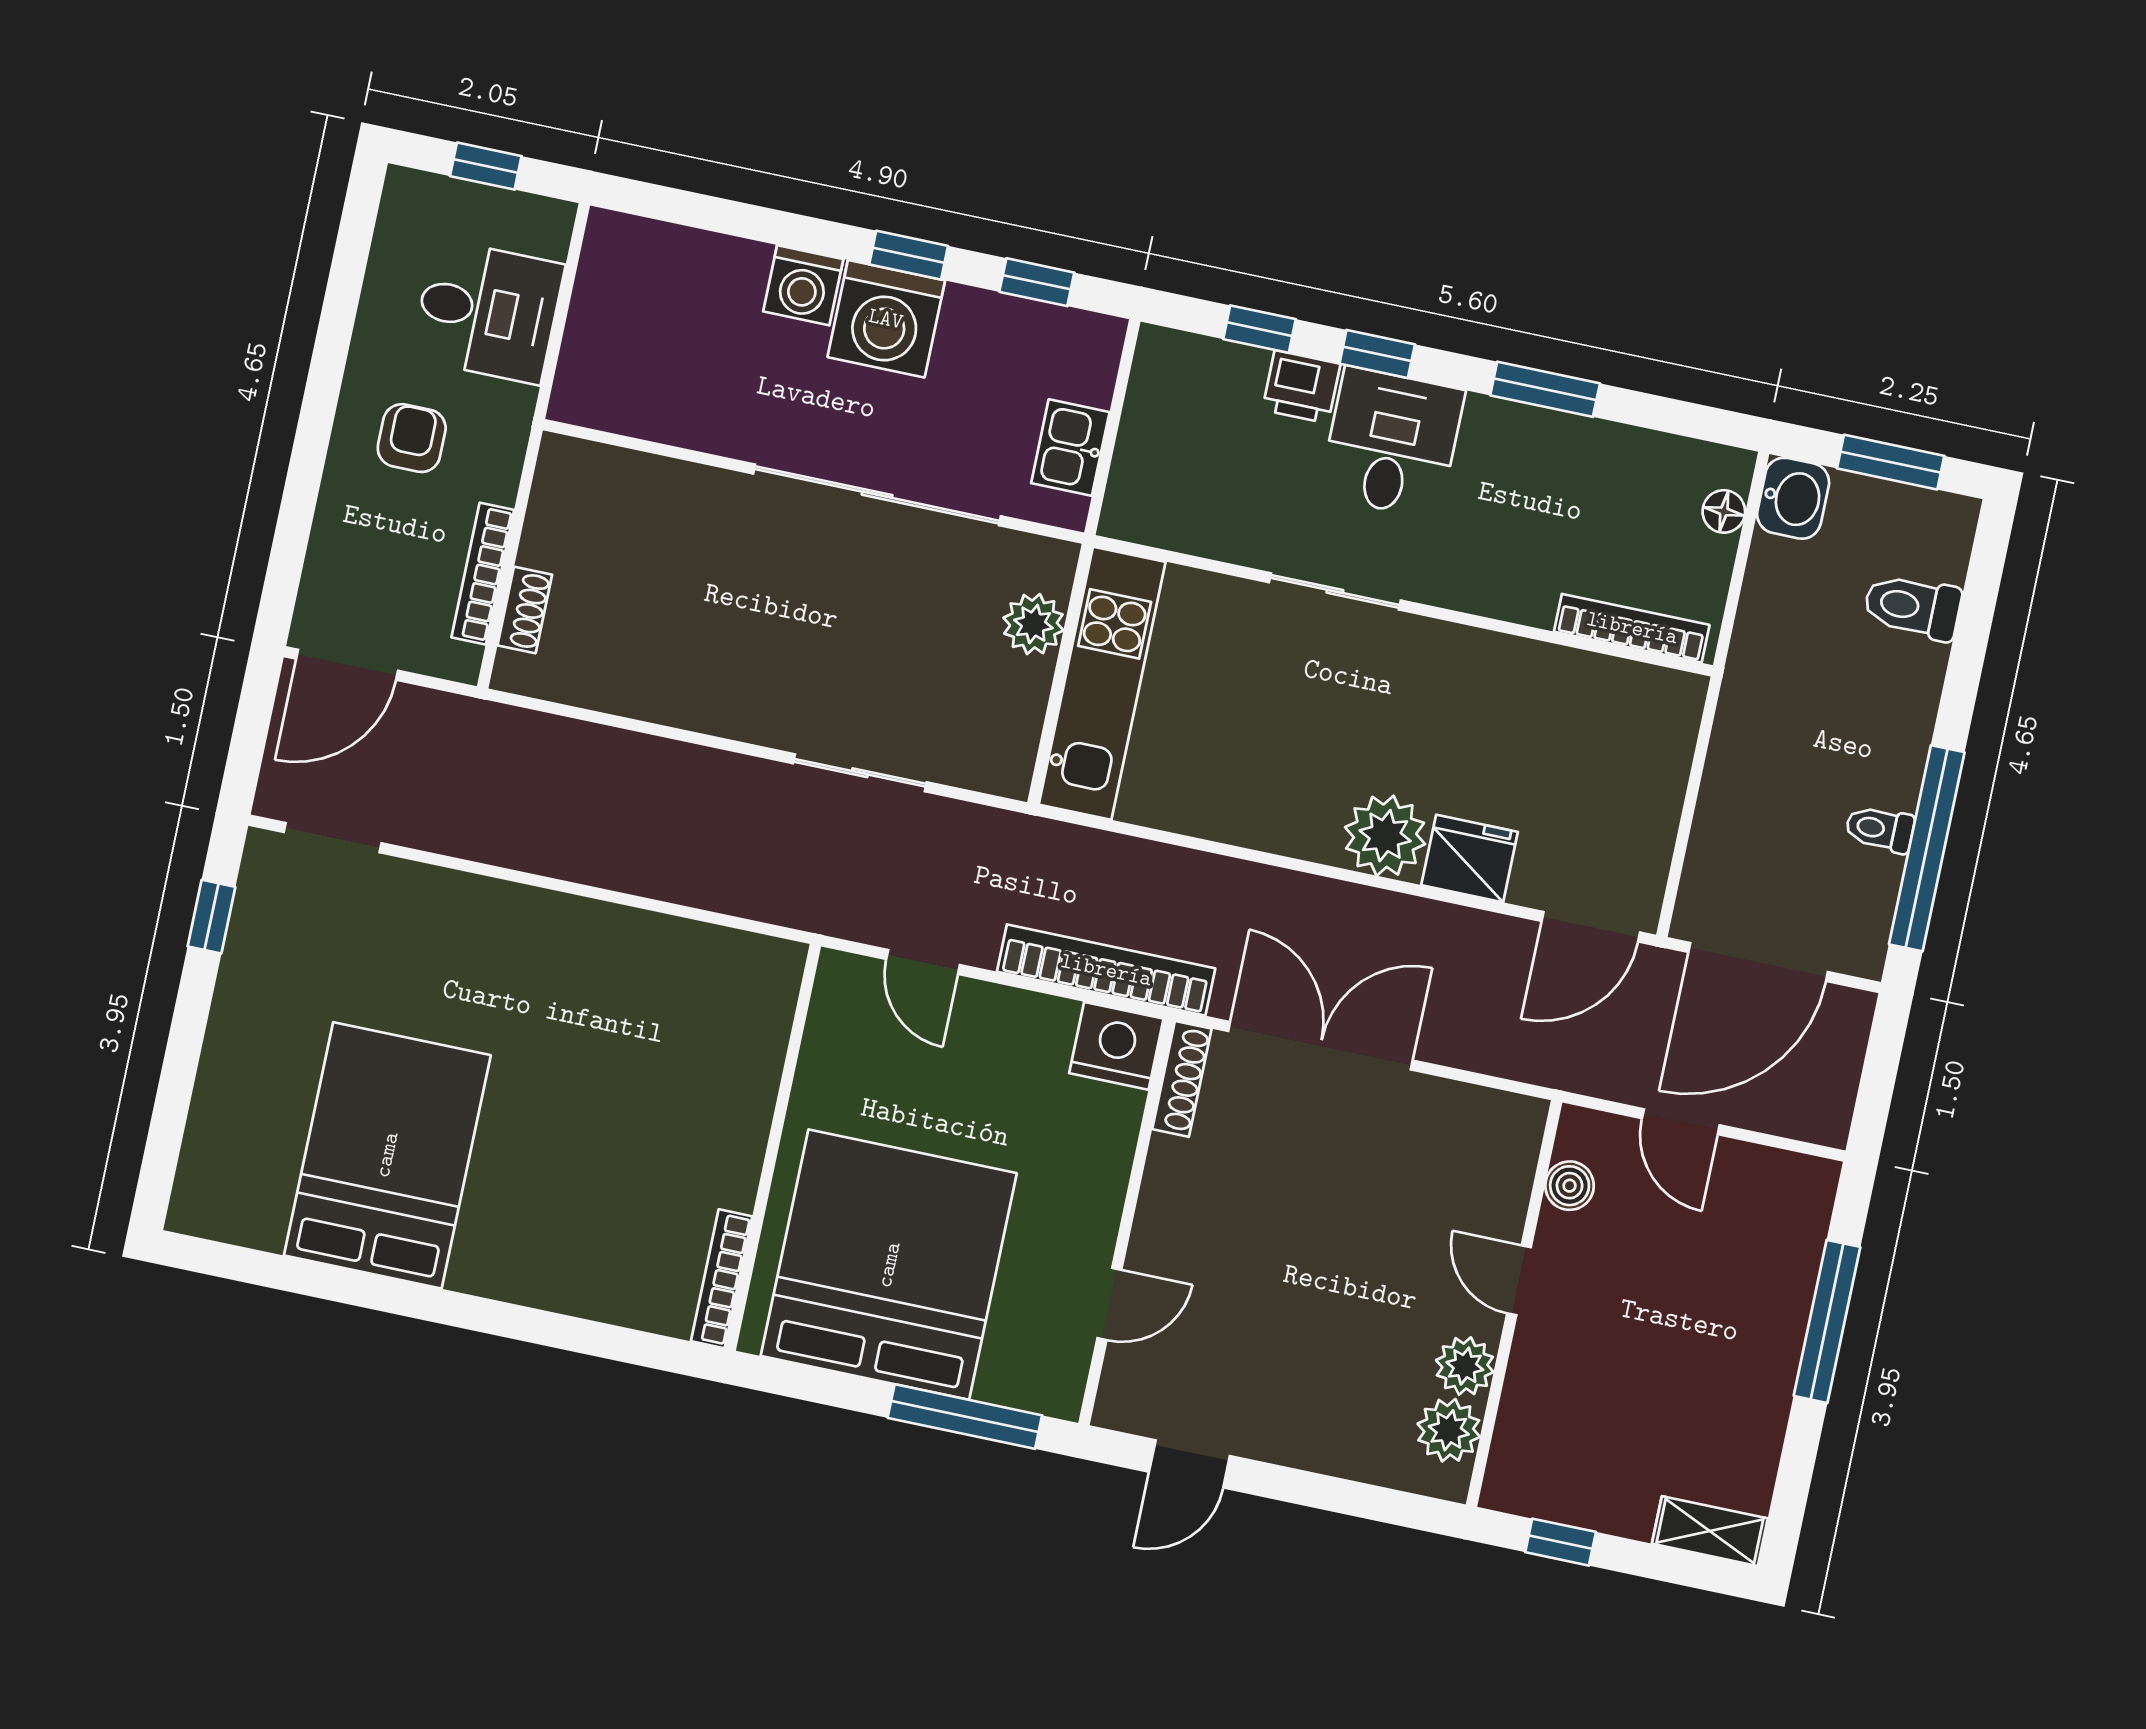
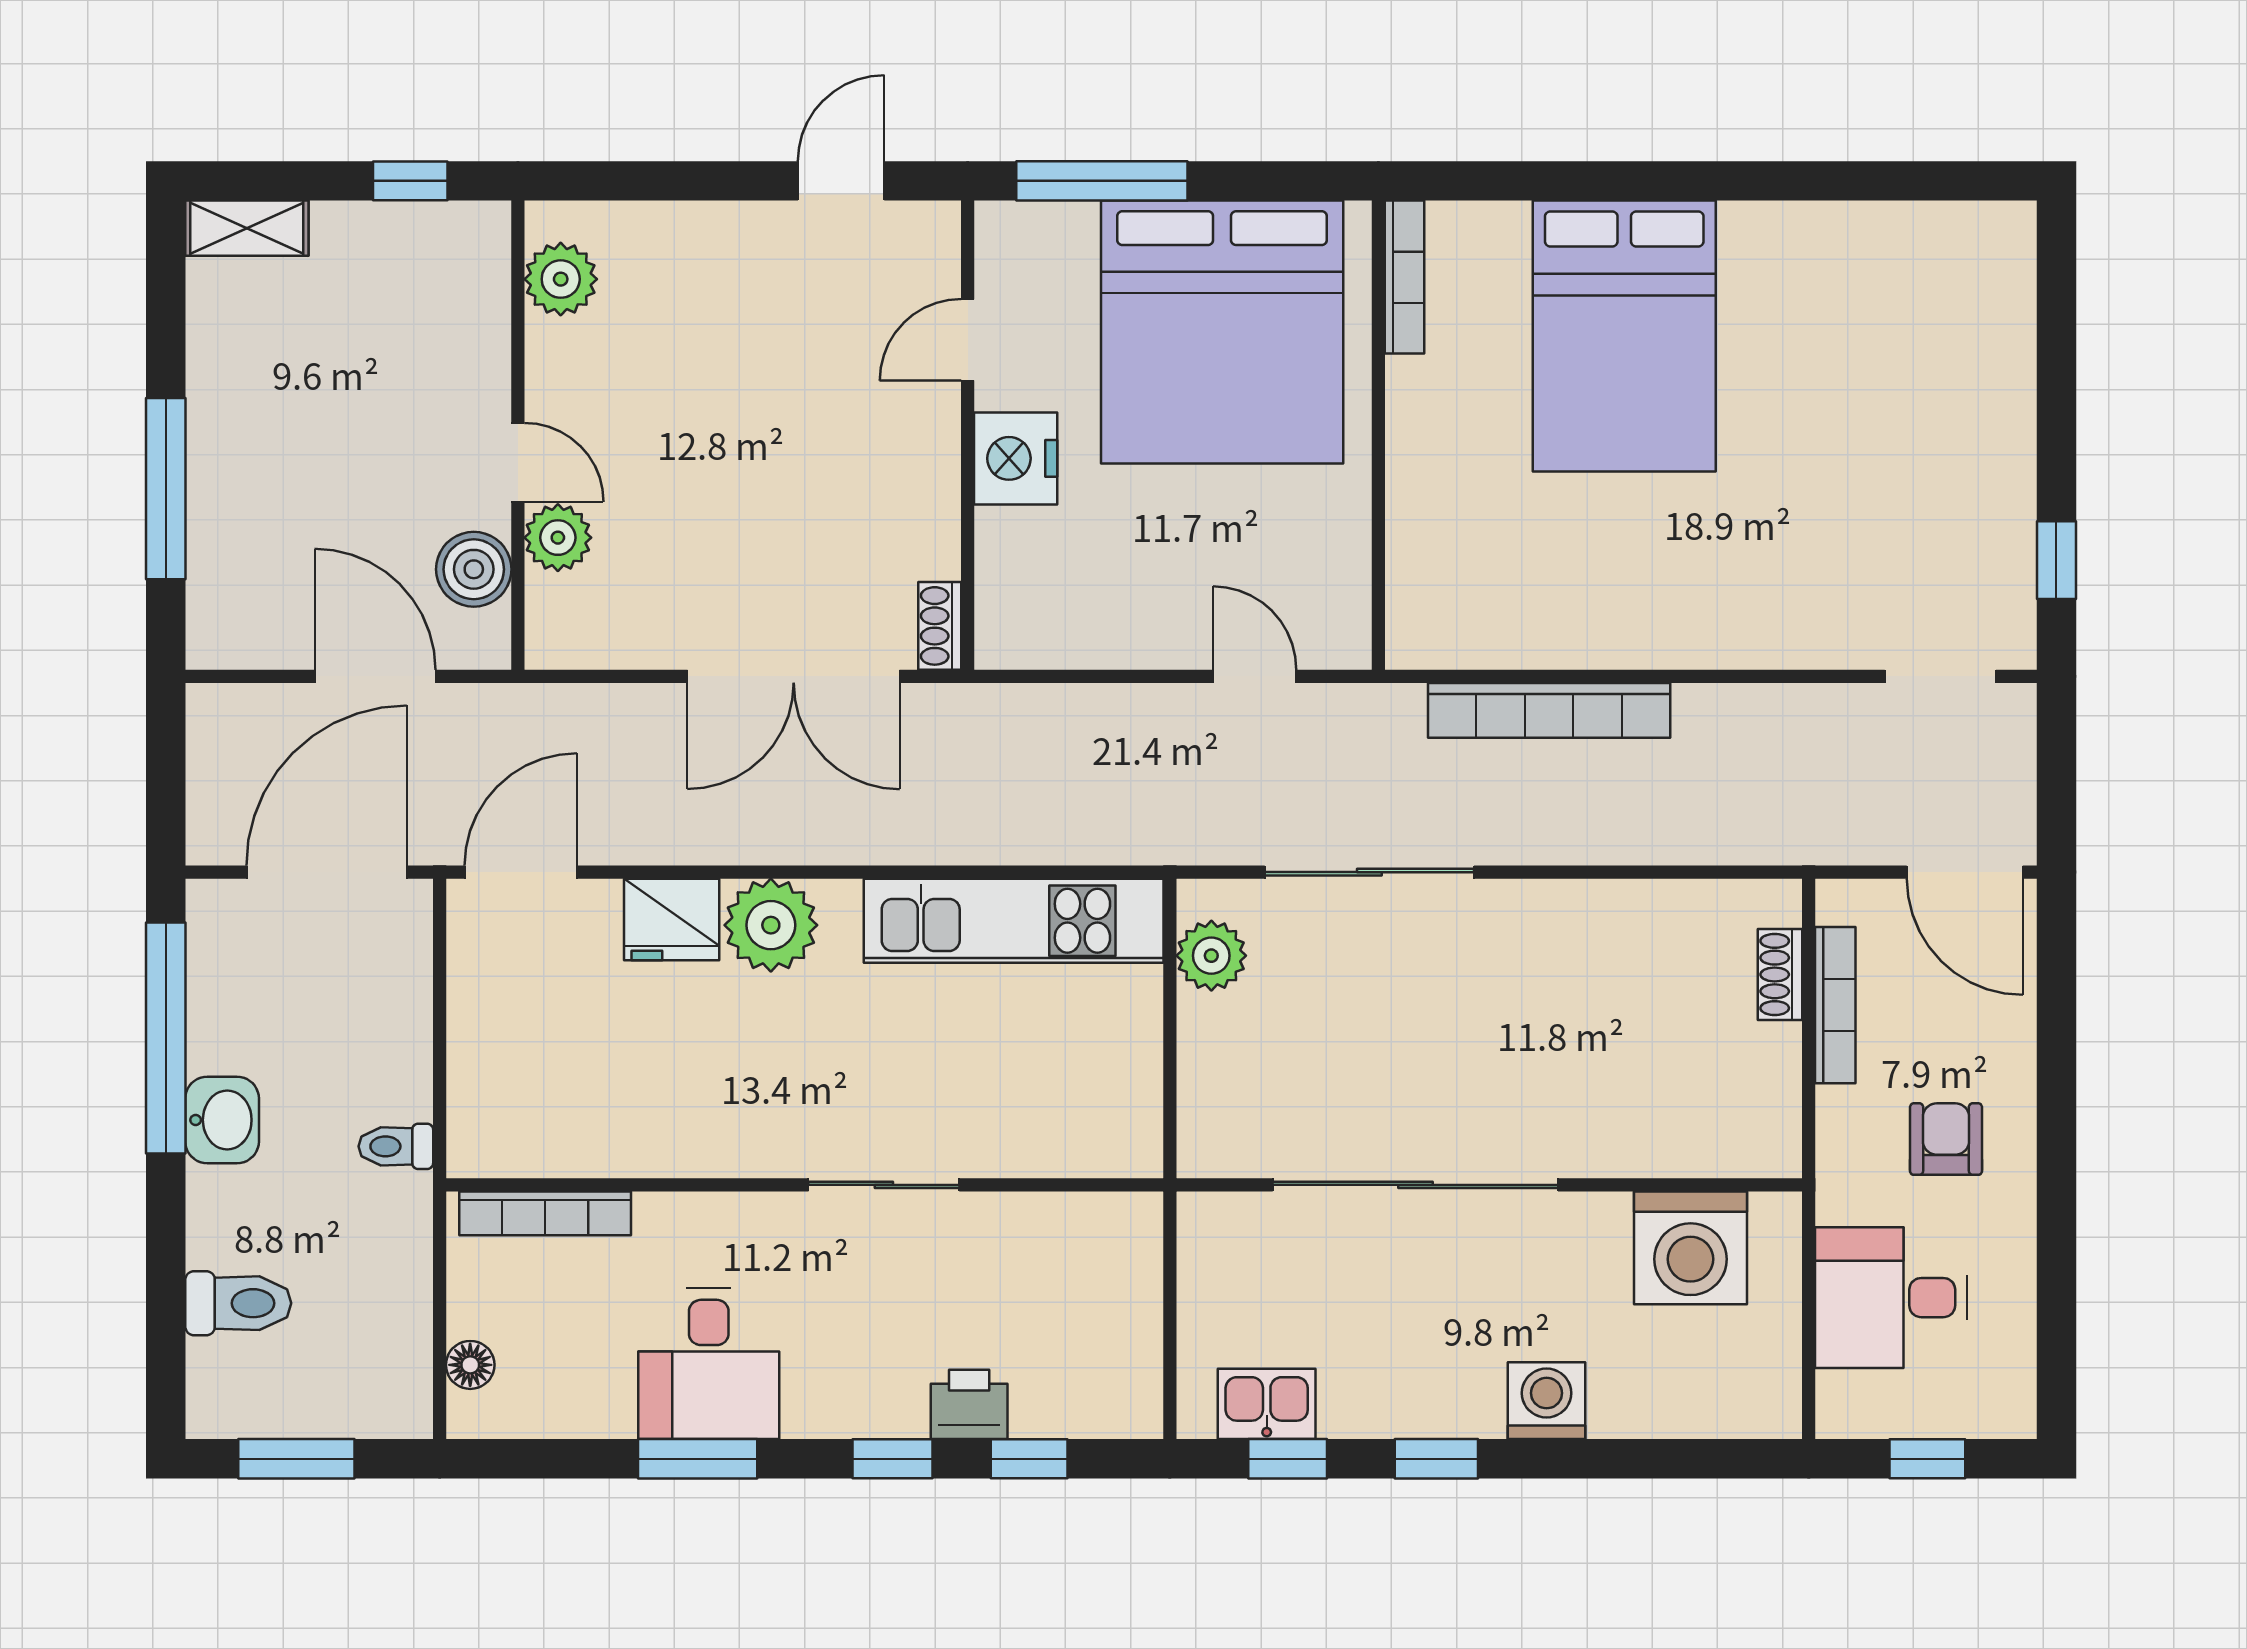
washing machine: (886, 319) -> (1691, 1248), moved, turned 180
armchair: (412, 438) -> (1946, 1139), turned 180
desk: (1392, 443) -> (709, 1363), moved
kitchen sink: (1070, 448) -> (1267, 1404), moved, turned -90
washbasin: (1793, 498) -> (222, 1120), moved, turned 180
plant: (1033, 624) -> (1211, 956), moved
door: (347, 665) -> (1965, 872), swing flipped
kitchen unit: (1102, 683) -> (1014, 921), moved, turned -90
sliding door: (860, 773) -> (1369, 872), width x1.37
toilet: (1880, 829) -> (396, 1146), moved, turned 180
bookcase: (1106, 970) -> (1549, 710), moved
nightstand: (1116, 1046) -> (1016, 458), moved, turned 90
shoe rack: (1182, 1079) -> (940, 626), width x0.70
door: (1681, 1122) -> (375, 676), width x1.38
bed: (387, 1155) -> (1624, 336), moved
boiler: (1570, 1186) -> (474, 569), width x1.36, depth x1.36
plant: (1465, 1366) -> (558, 538), moved

